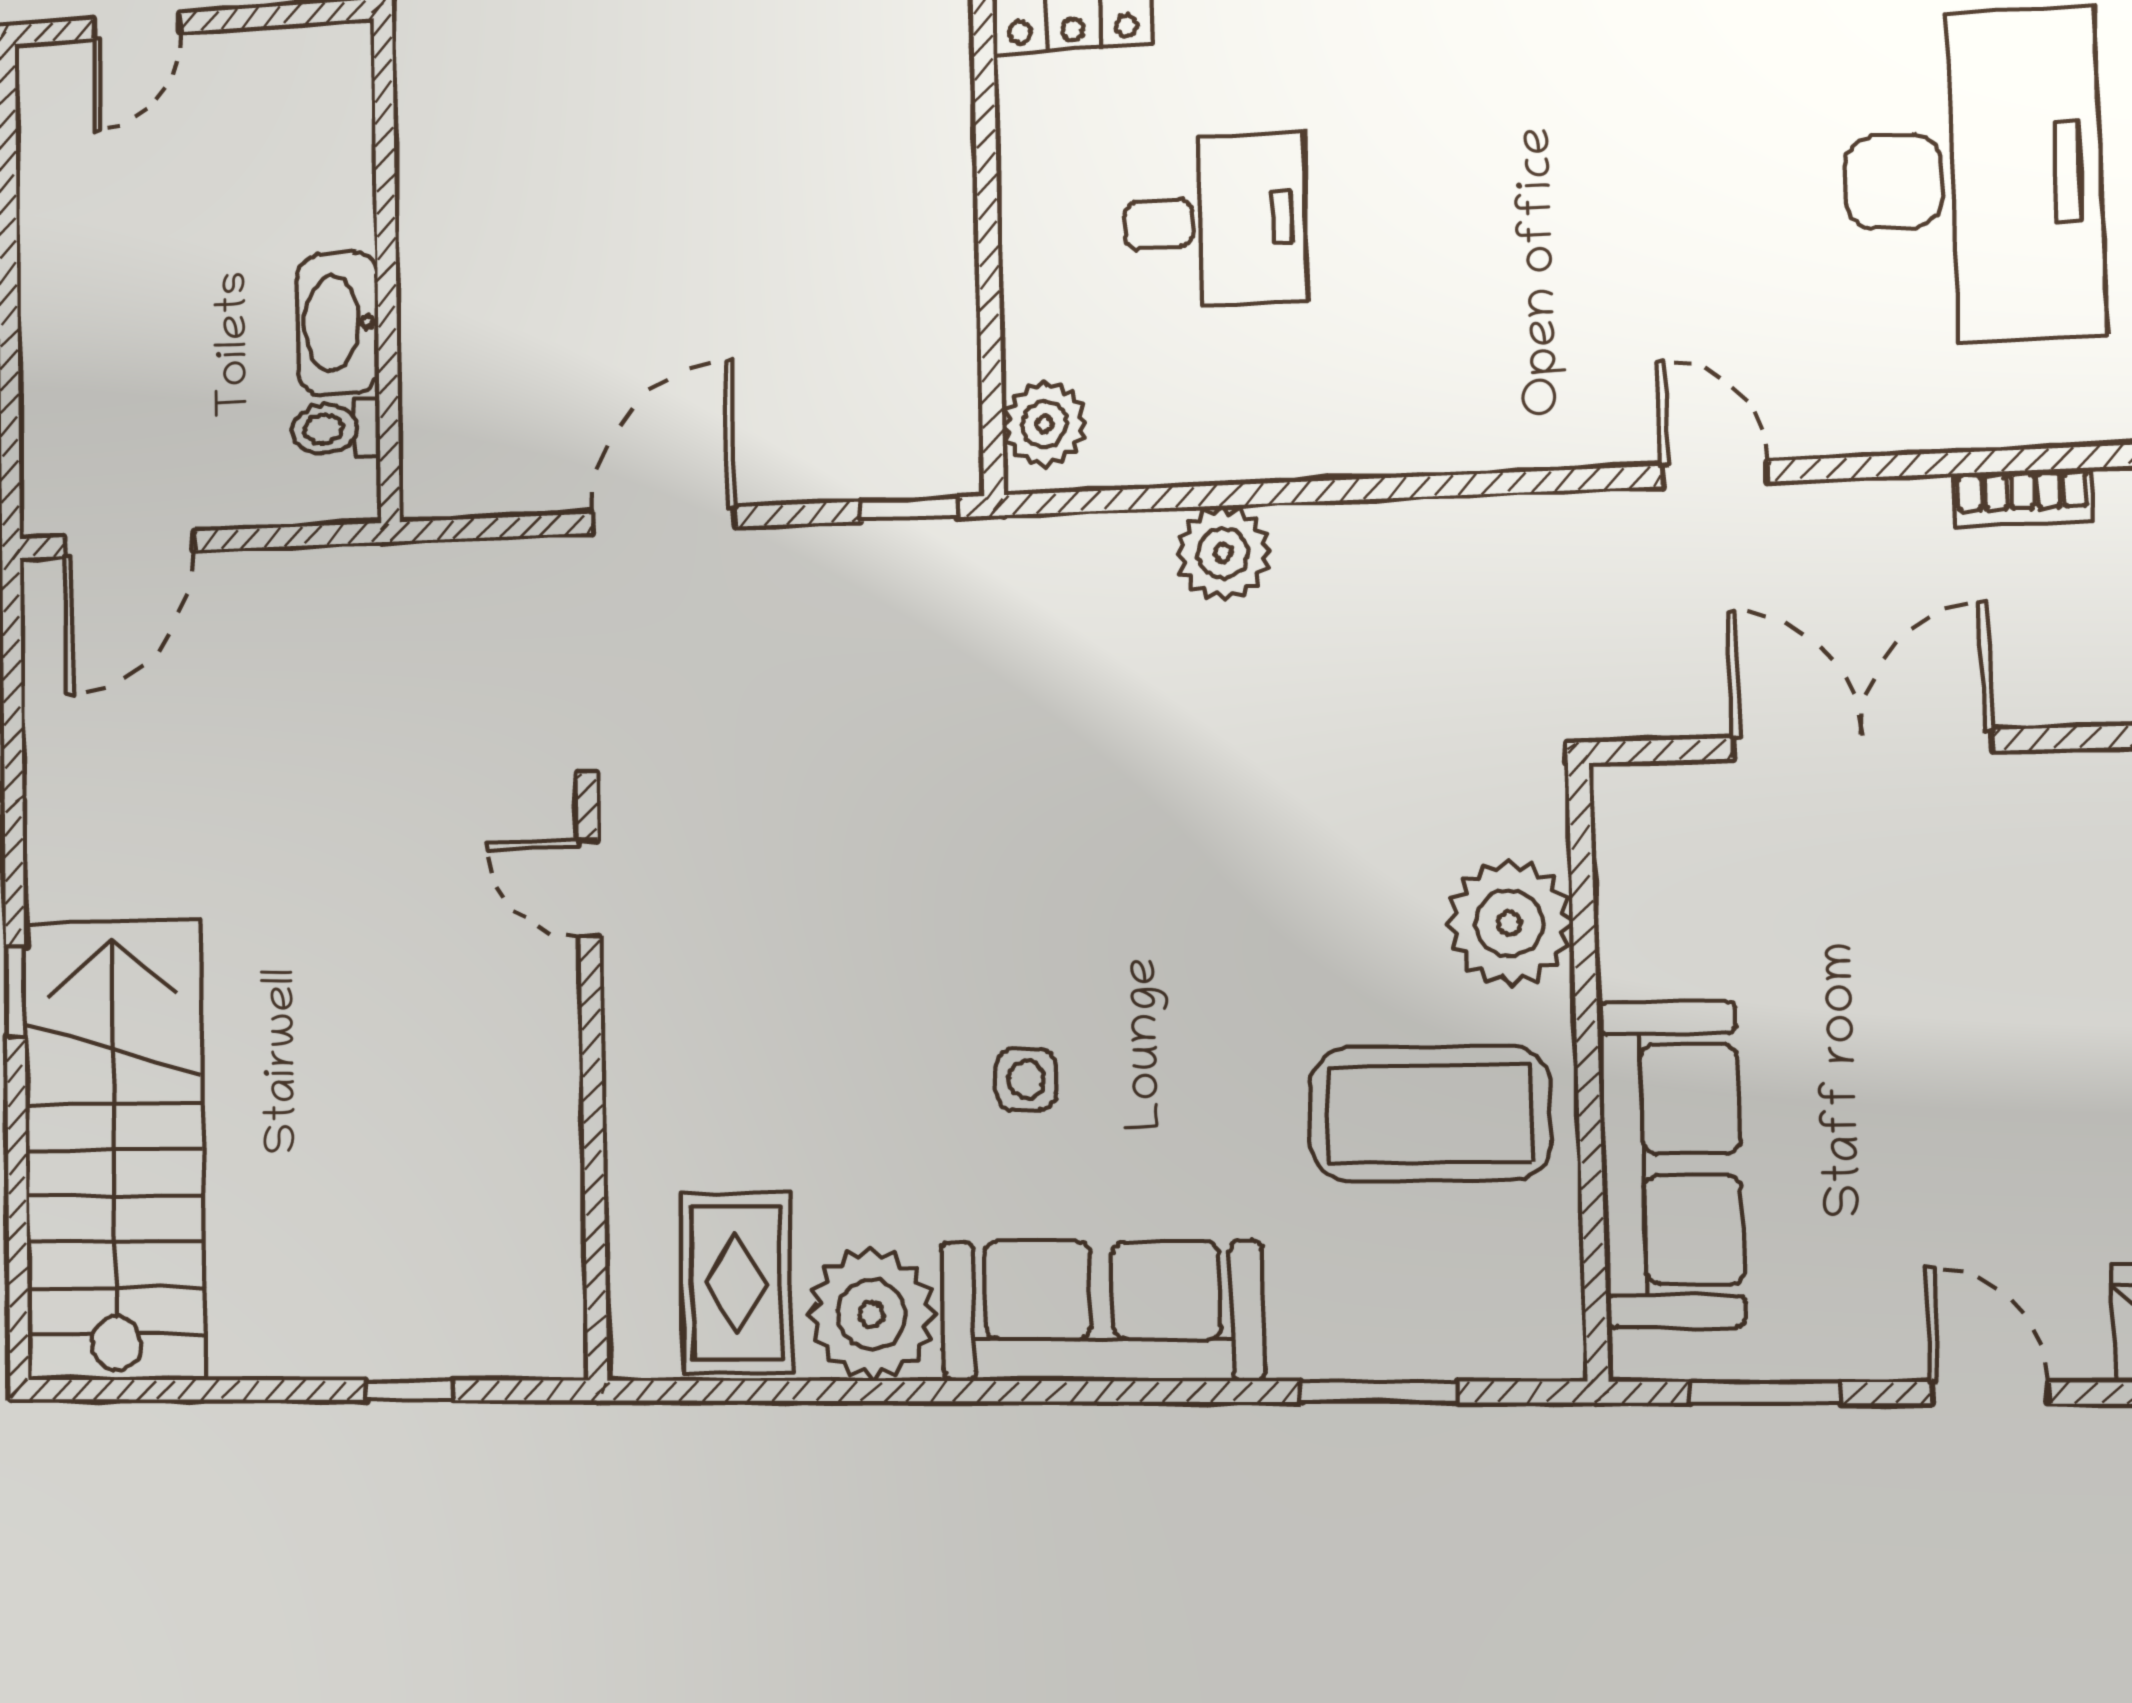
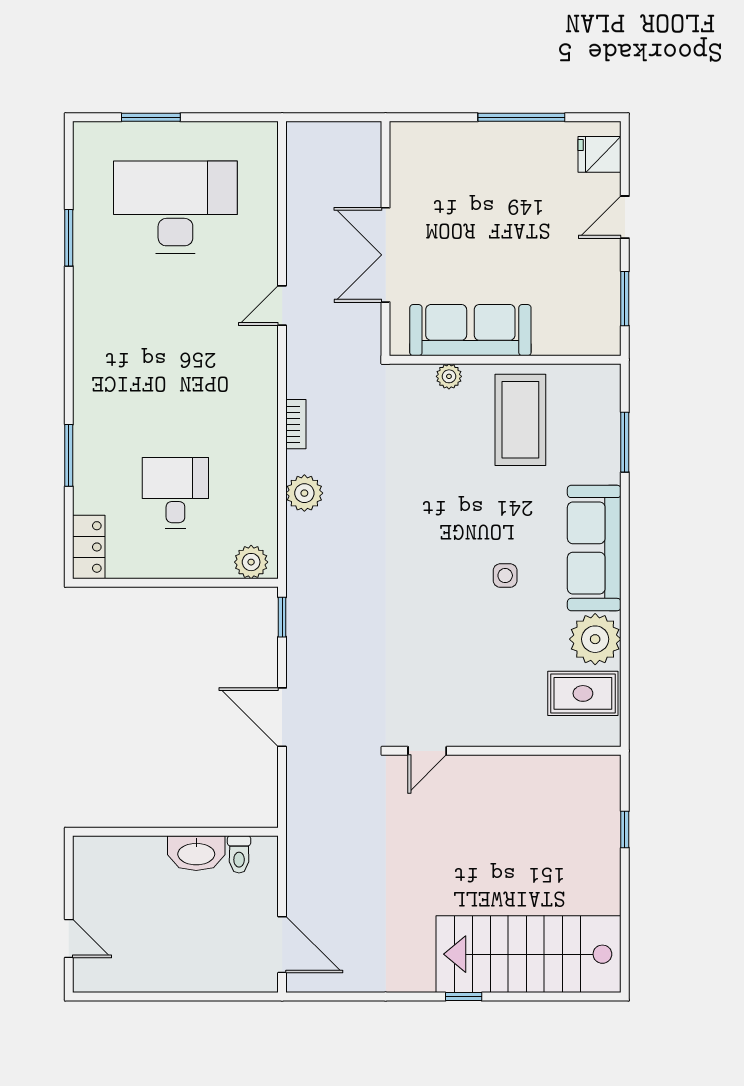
bookcase: (2023, 497) -> (296, 424), moved
plant: (1509, 923) -> (449, 376), width x0.53, depth x0.53
sofa: (1671, 1164) -> (470, 330), moved

